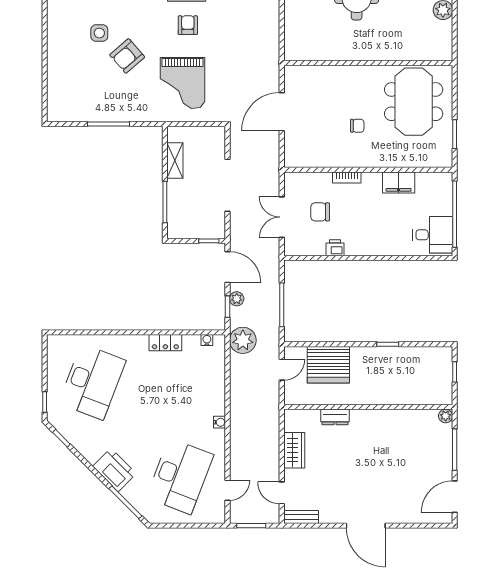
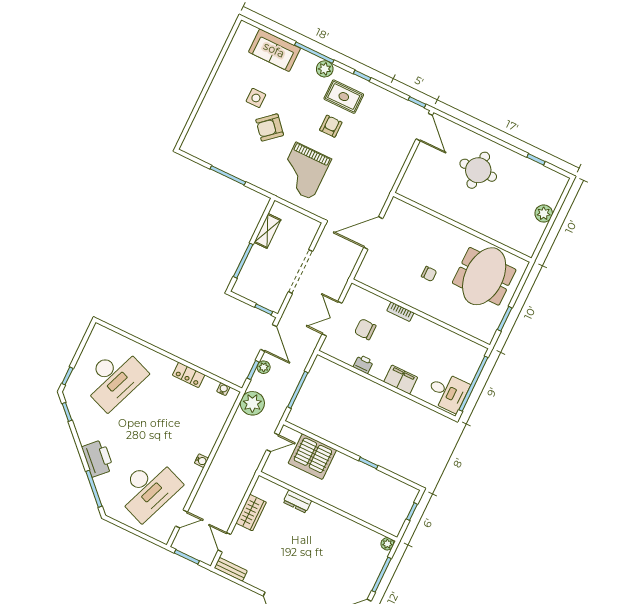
filing cabinet: (399, 182) -> (401, 380), moved, turned 180

